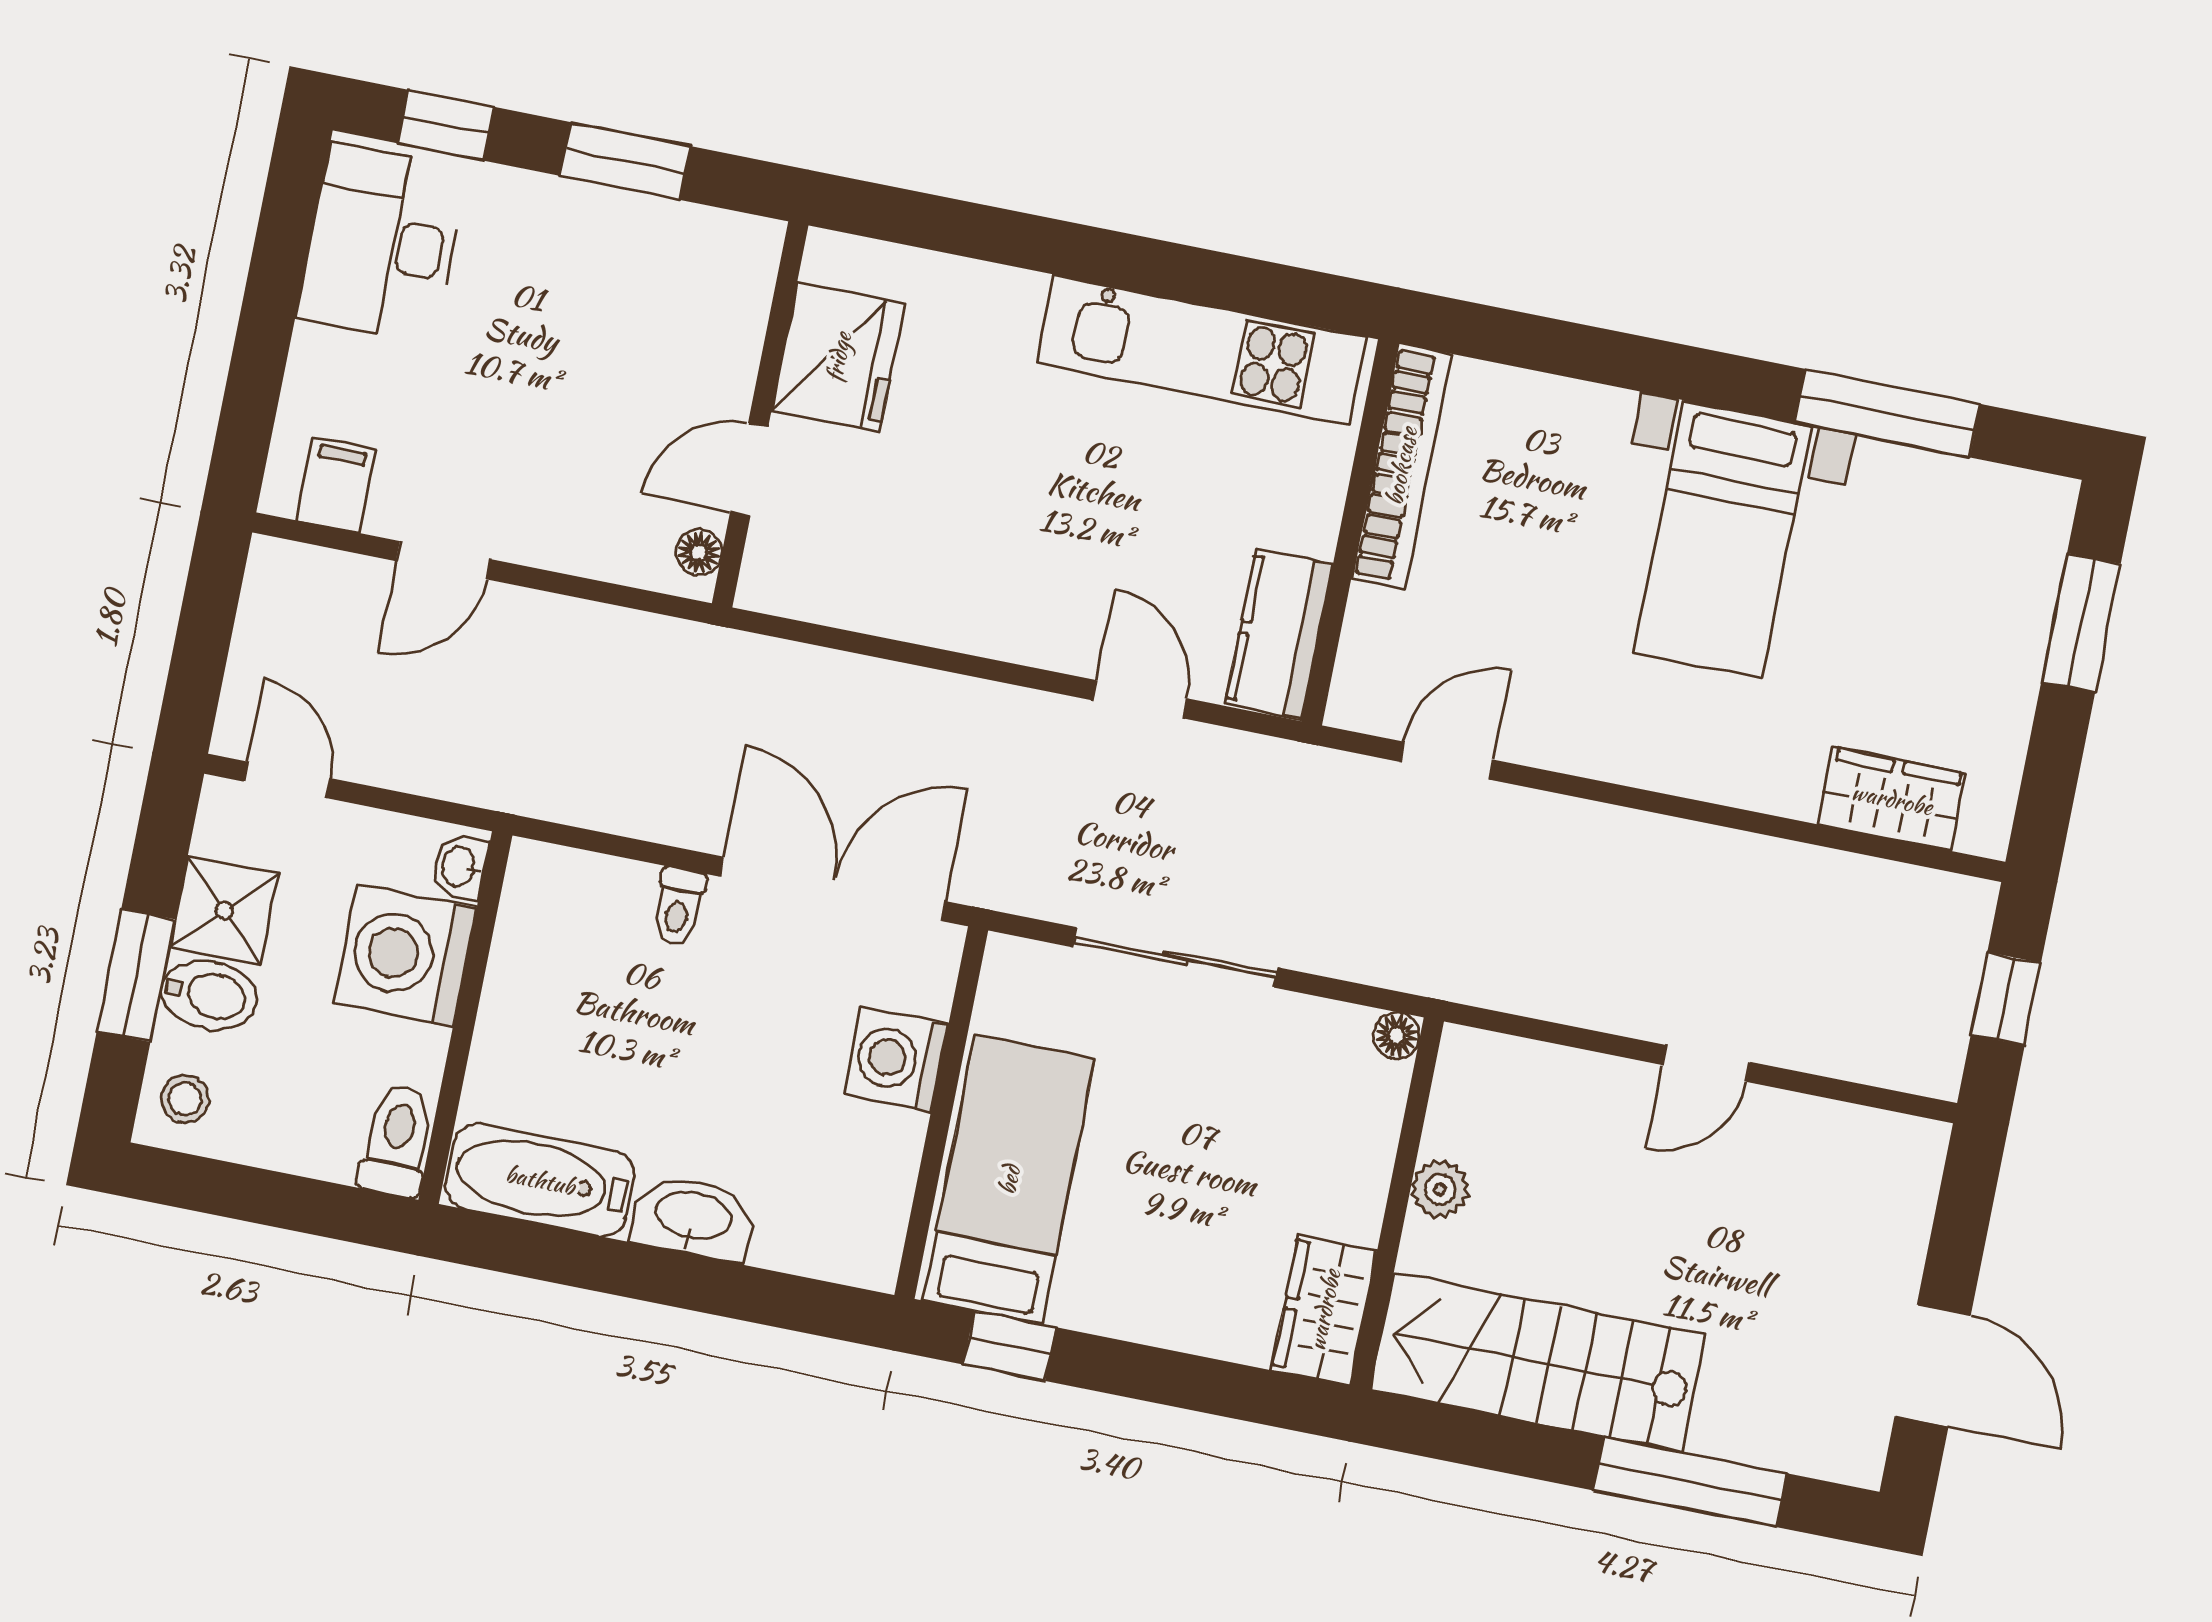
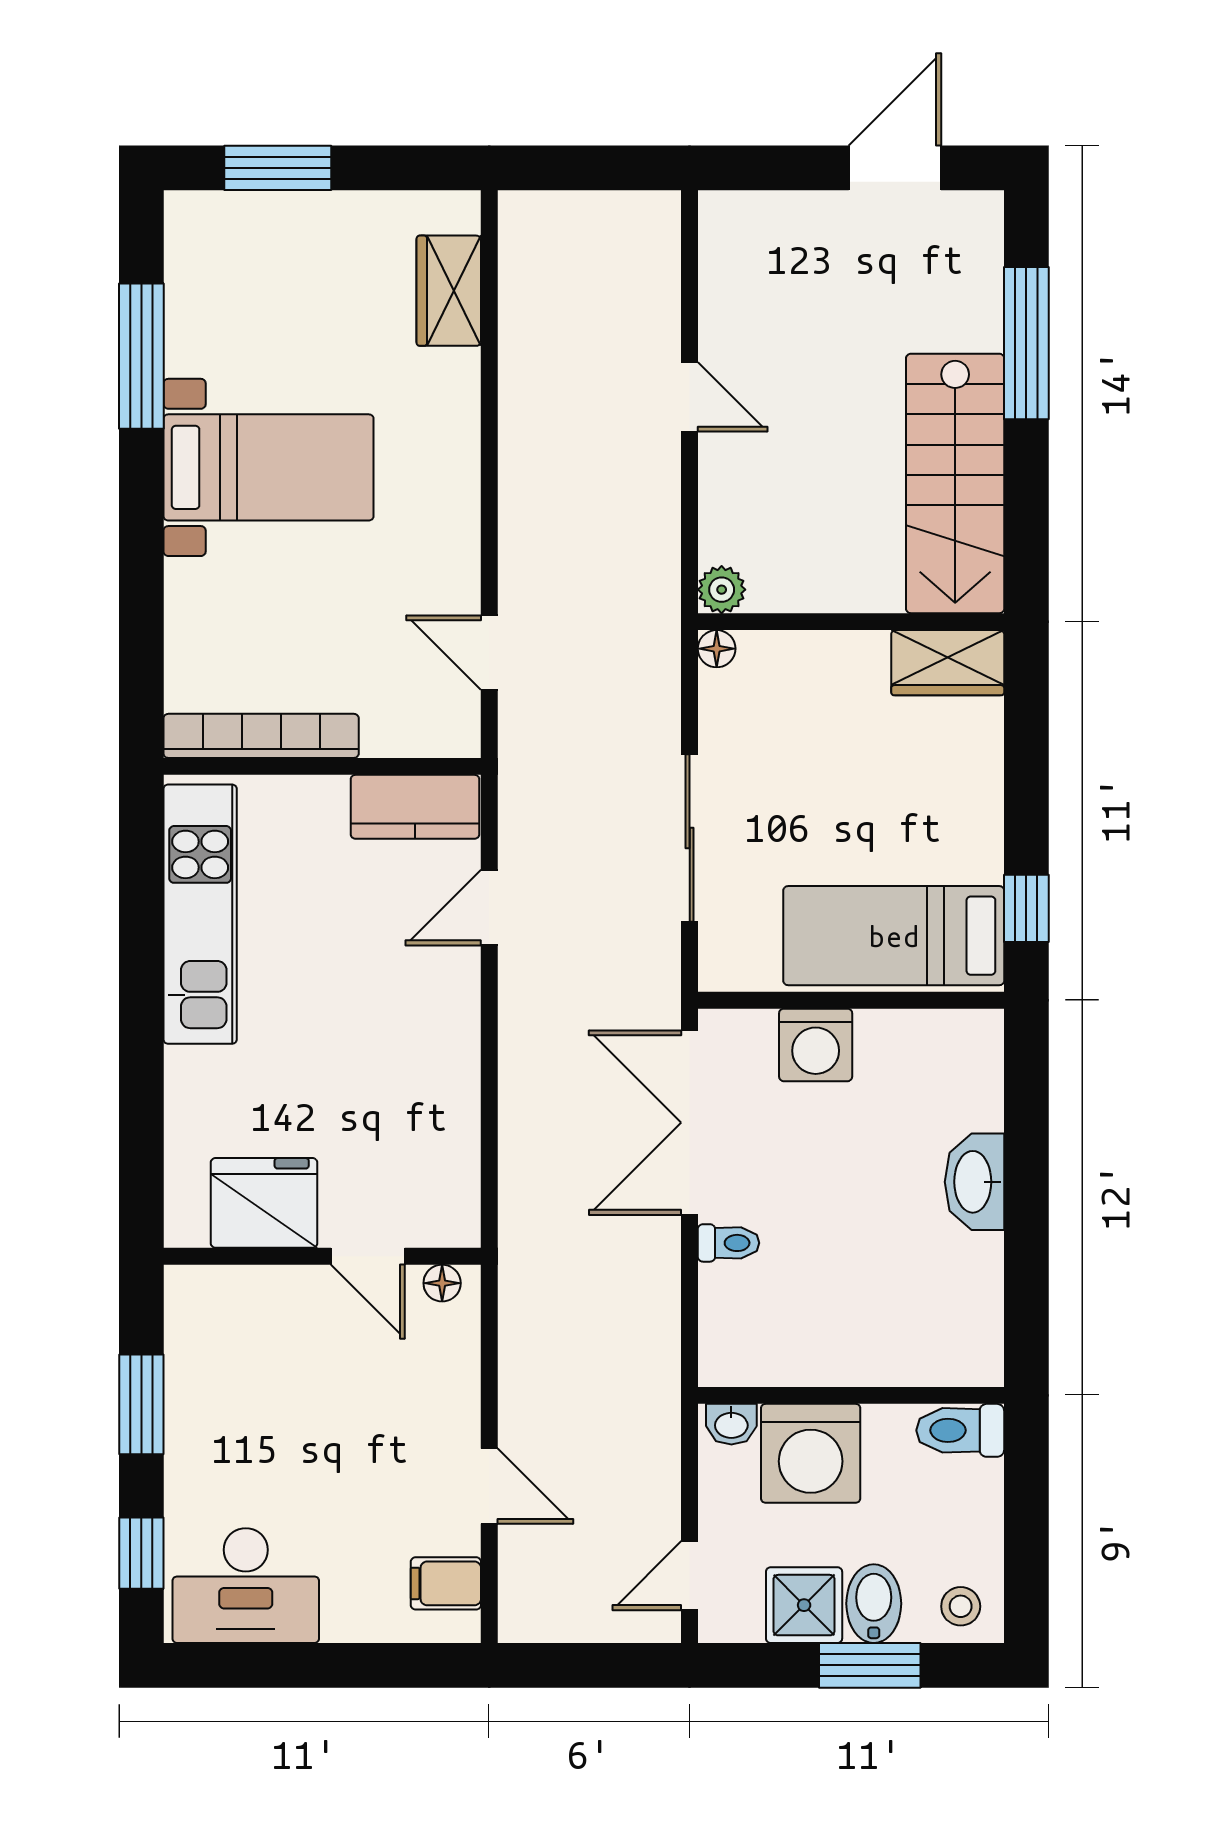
window: (2006, 999) -> (590, 168), removed
bathtub: (540, 1180) -> (969, 1310), removed
plant: (1440, 1189) -> (722, 590), moved

